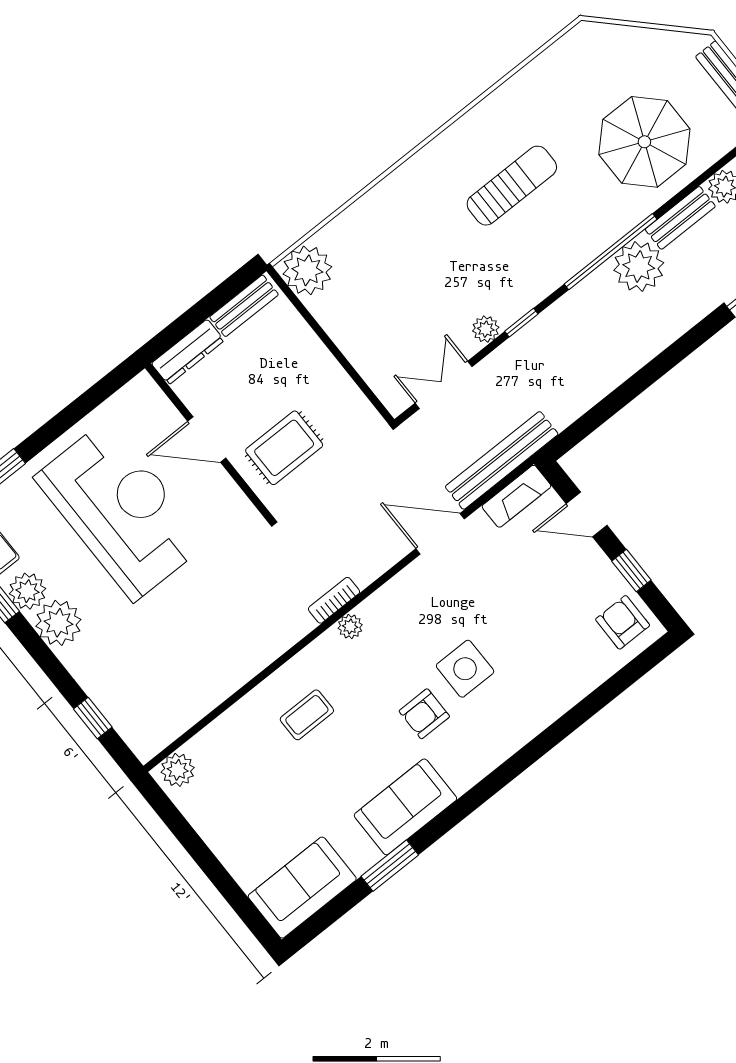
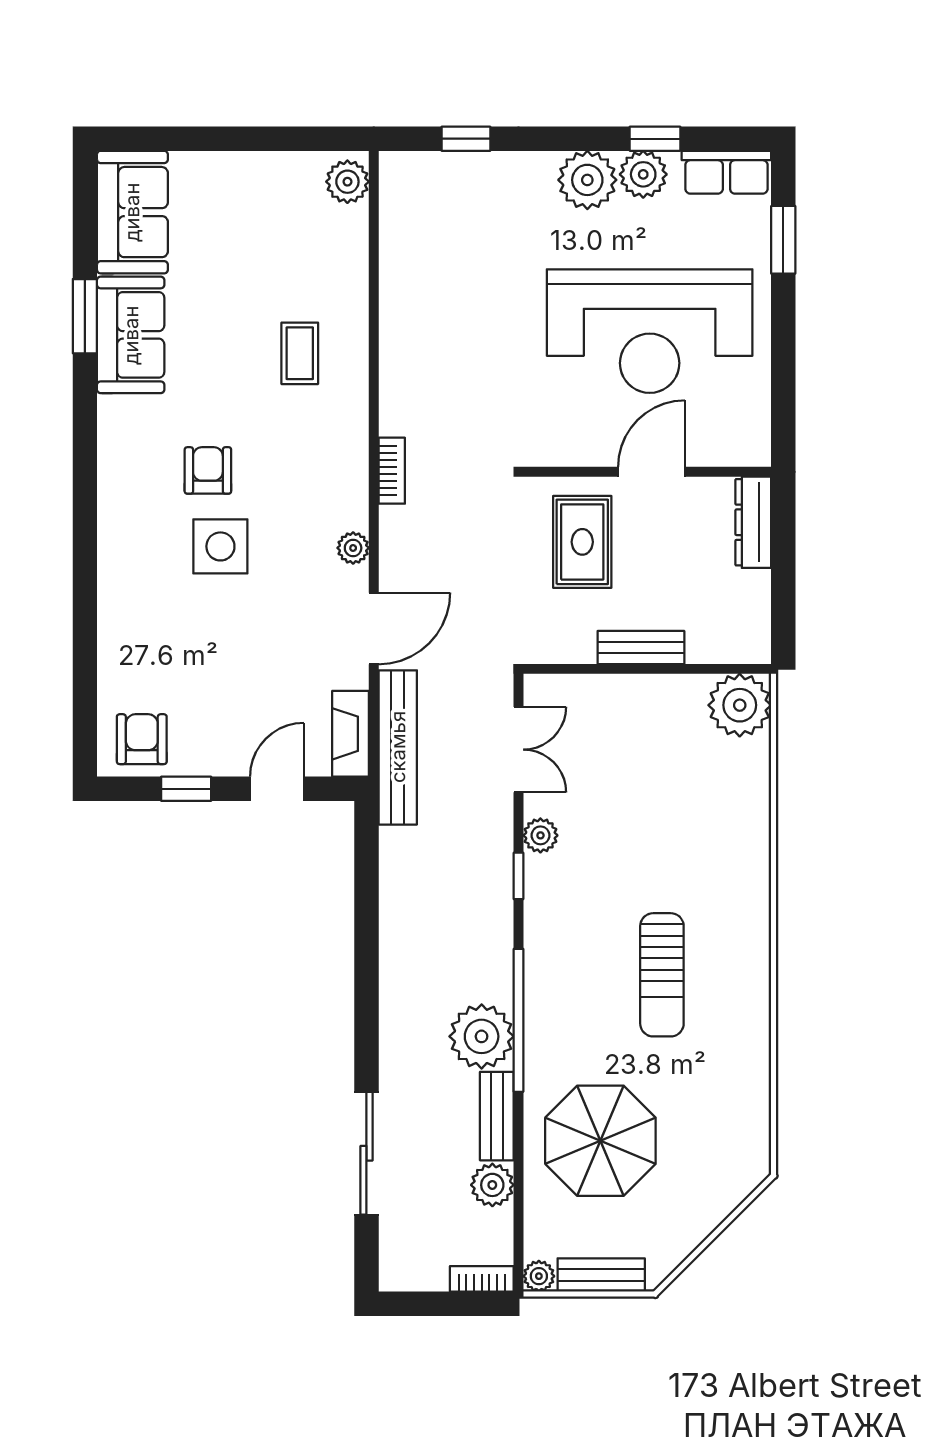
bench: (244, 306) -> (641, 648), moved, turned 90
armchair: (623, 622) -> (142, 739), turned -90
plant: (350, 626) -> (353, 548), moved
sofa: (405, 807) -> (131, 335), moved

